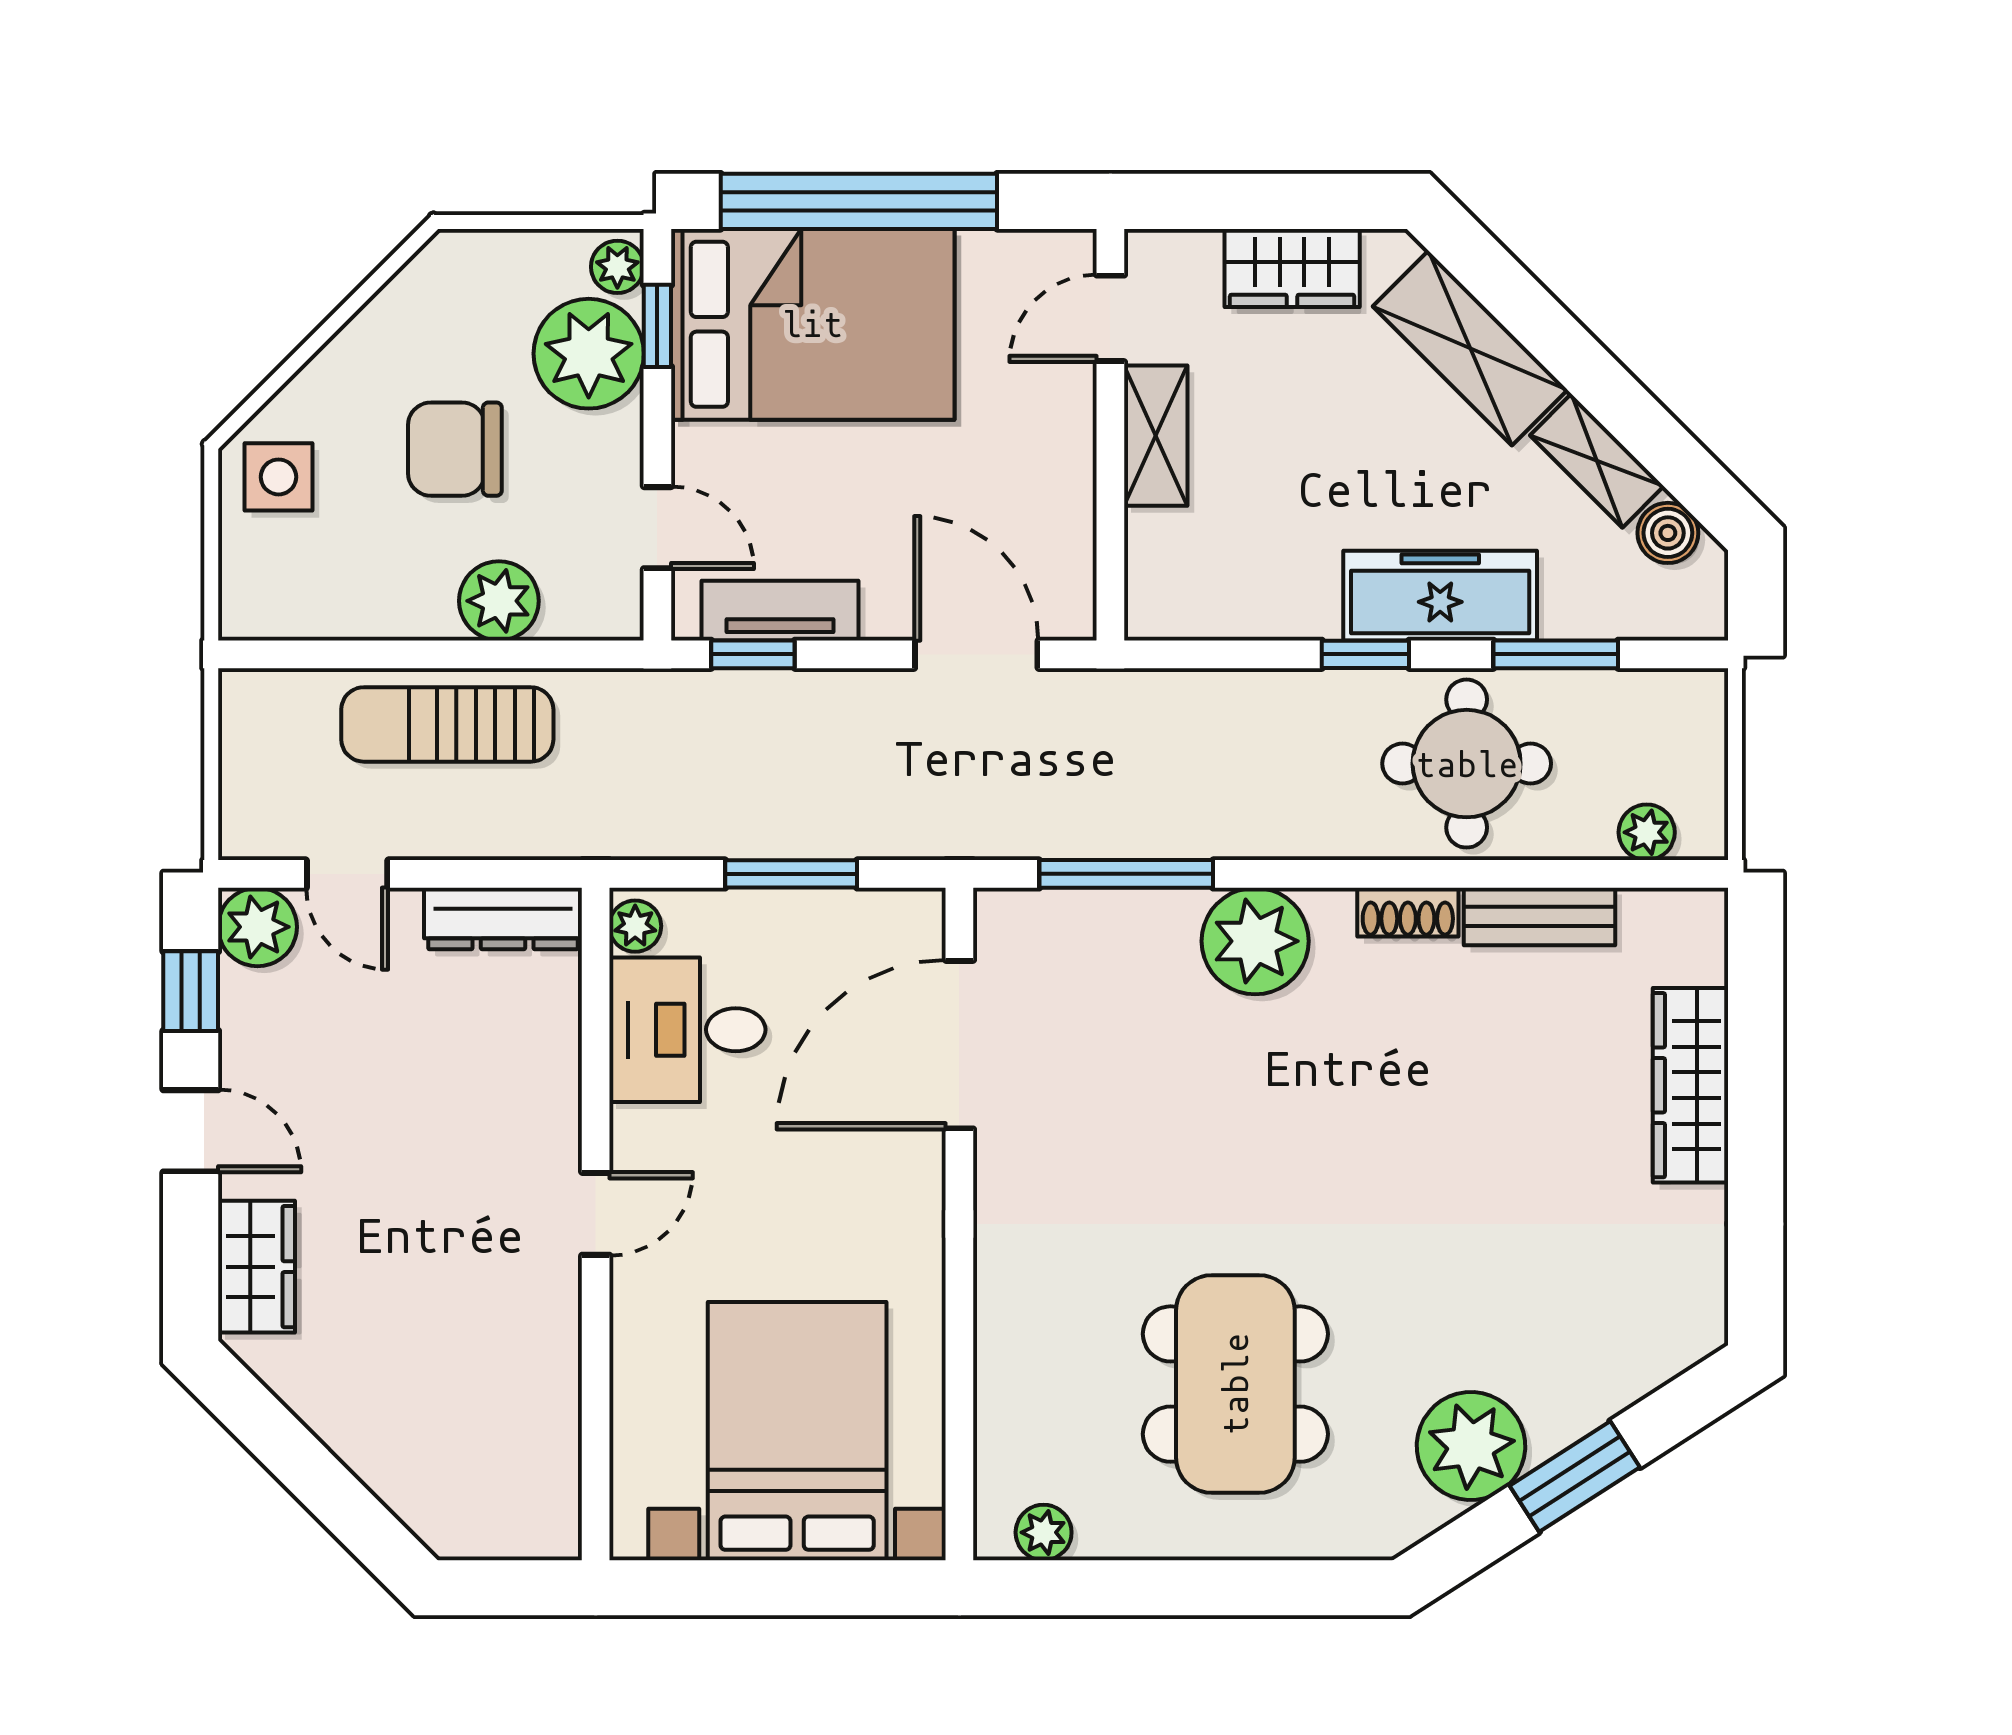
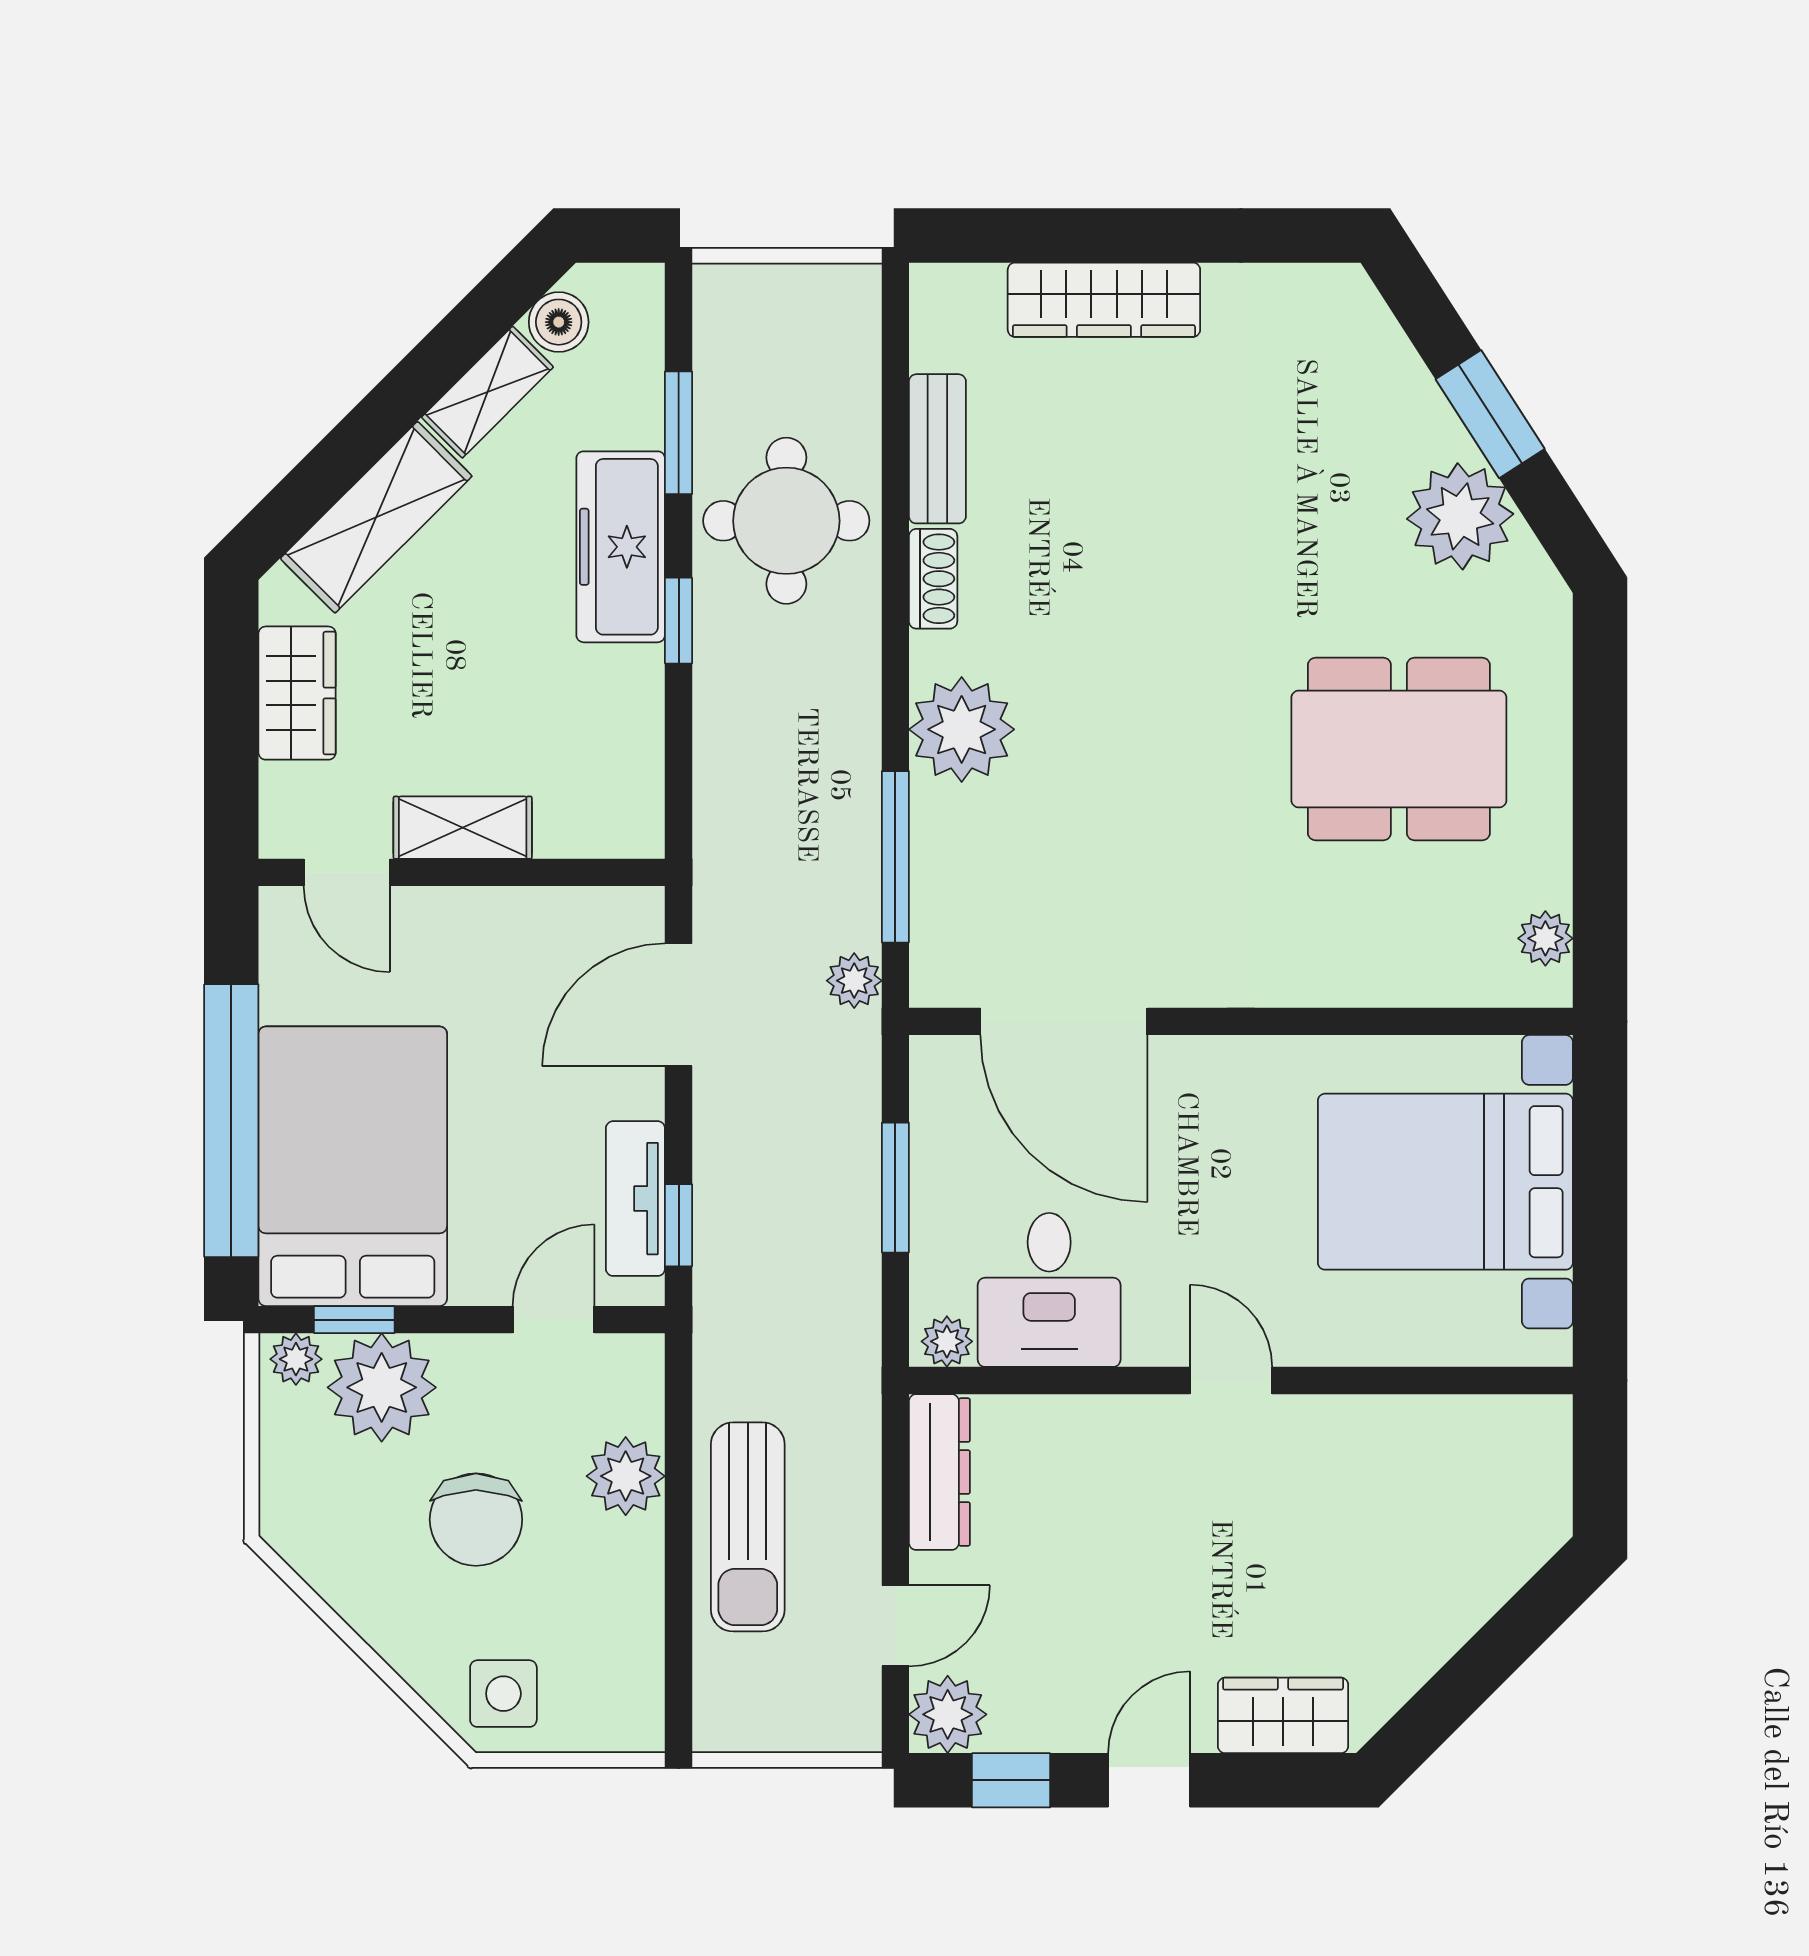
plant: (1647, 832) -> (854, 981), moved

